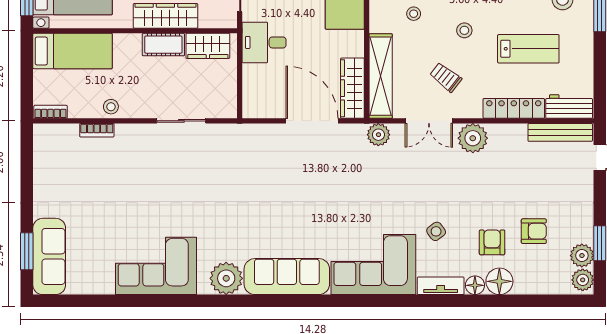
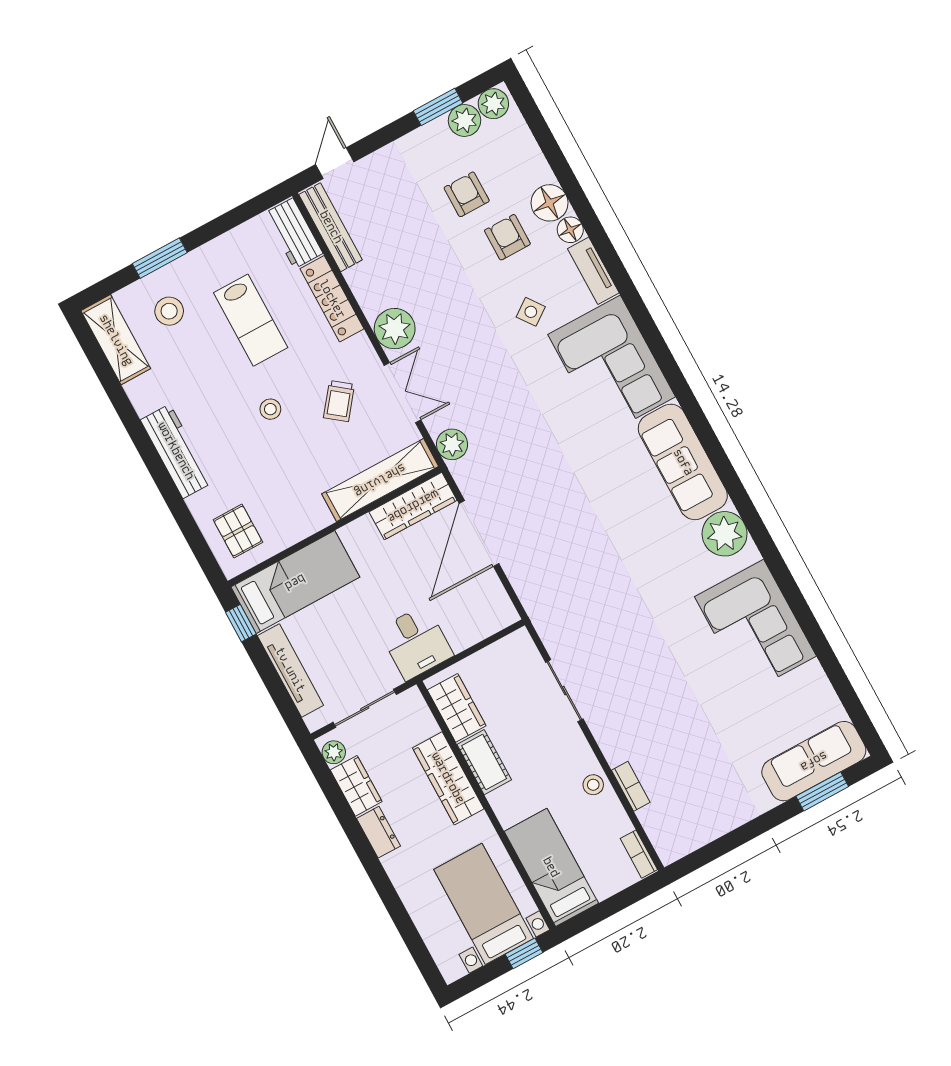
stool: (414, 14) -> (283, 481), removed
lab bench: (528, 49) -> (251, 320), turned 180
armchair: (492, 242) -> (507, 237), turned 90

